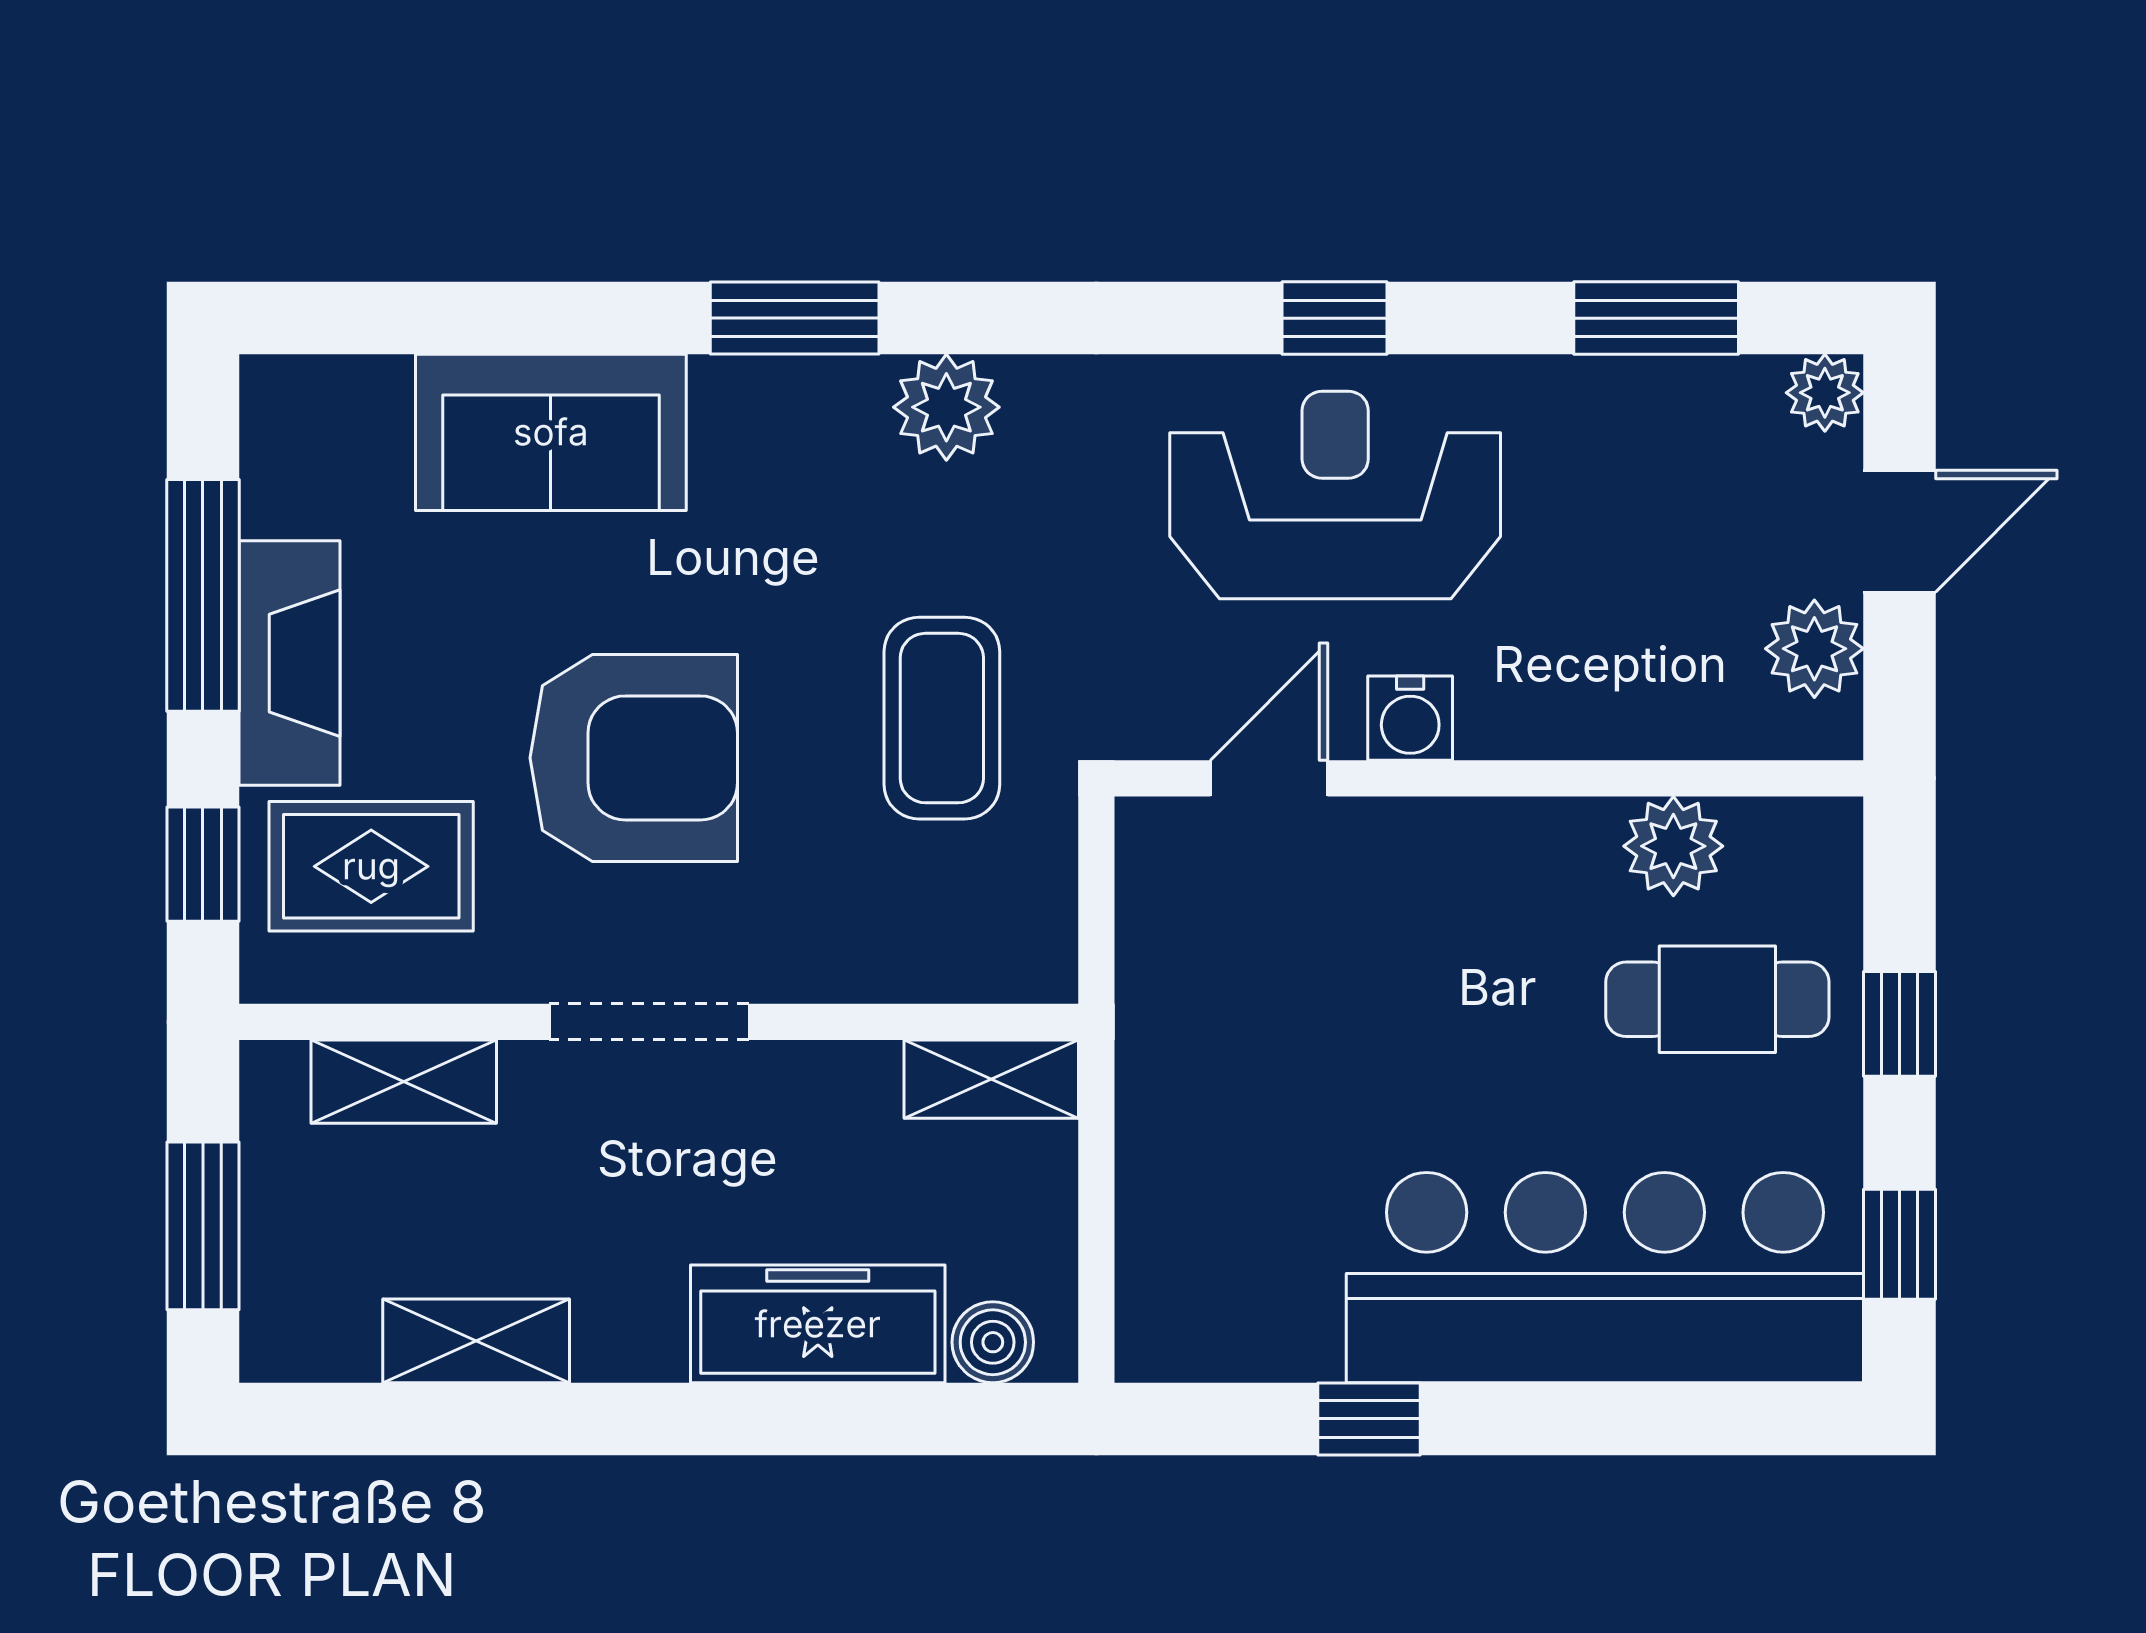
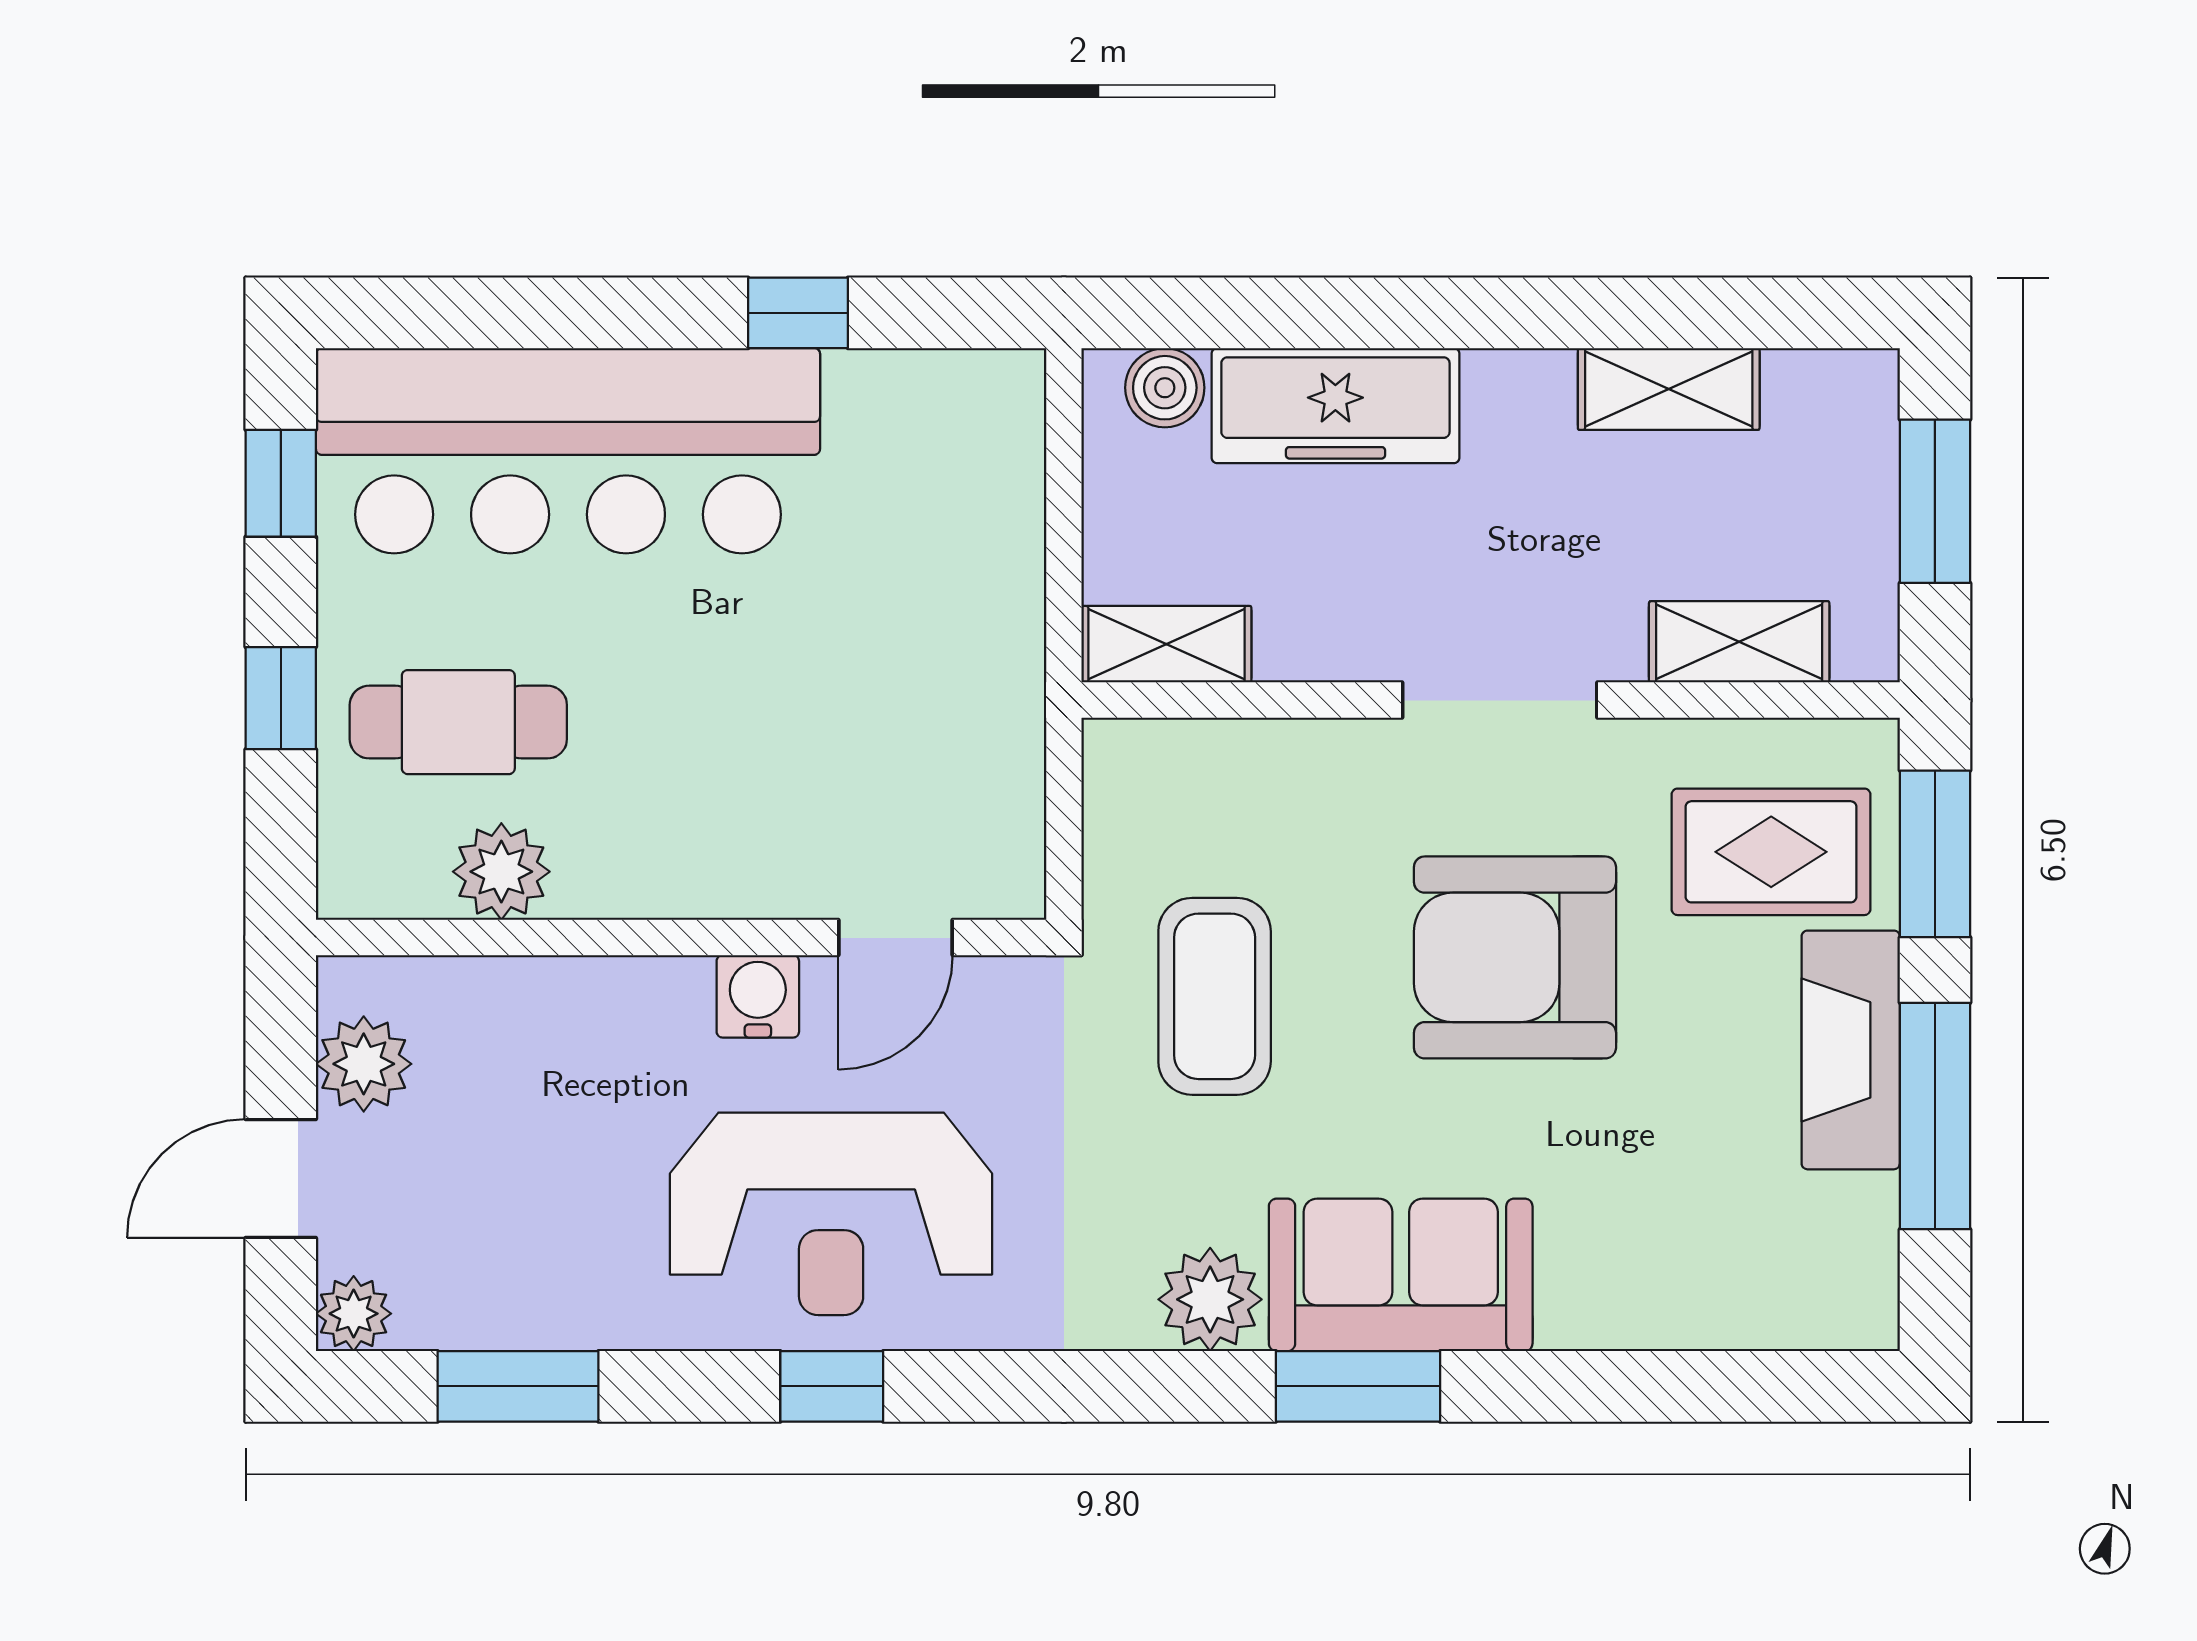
sofa: (551, 432) -> (1401, 1275), moved
window: (203, 864) -> (1935, 854), width x1.50

